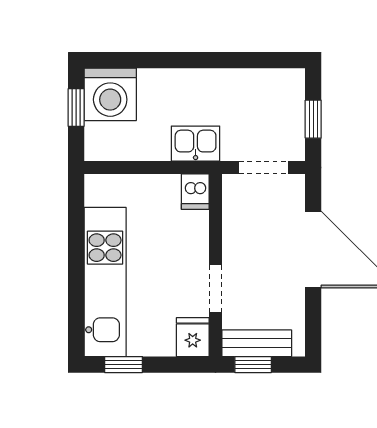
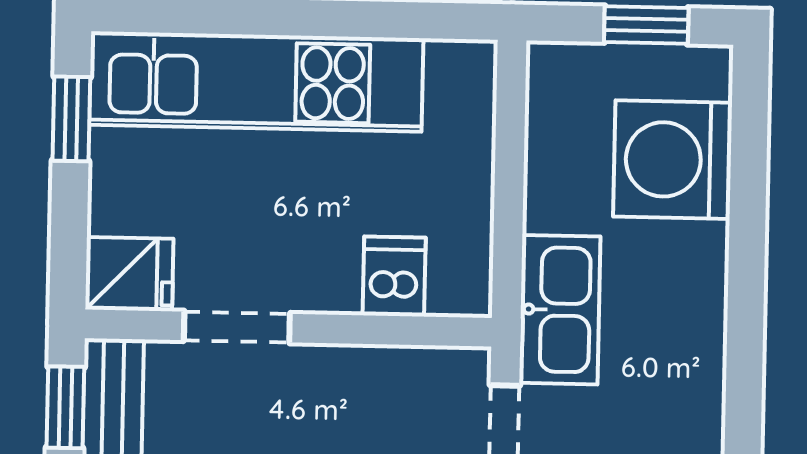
washing machine: (110, 94) -> (673, 160), moved
kitchen sink: (196, 144) -> (560, 310), width x1.38
dishwasher: (195, 192) -> (394, 277), moved, turned 90

